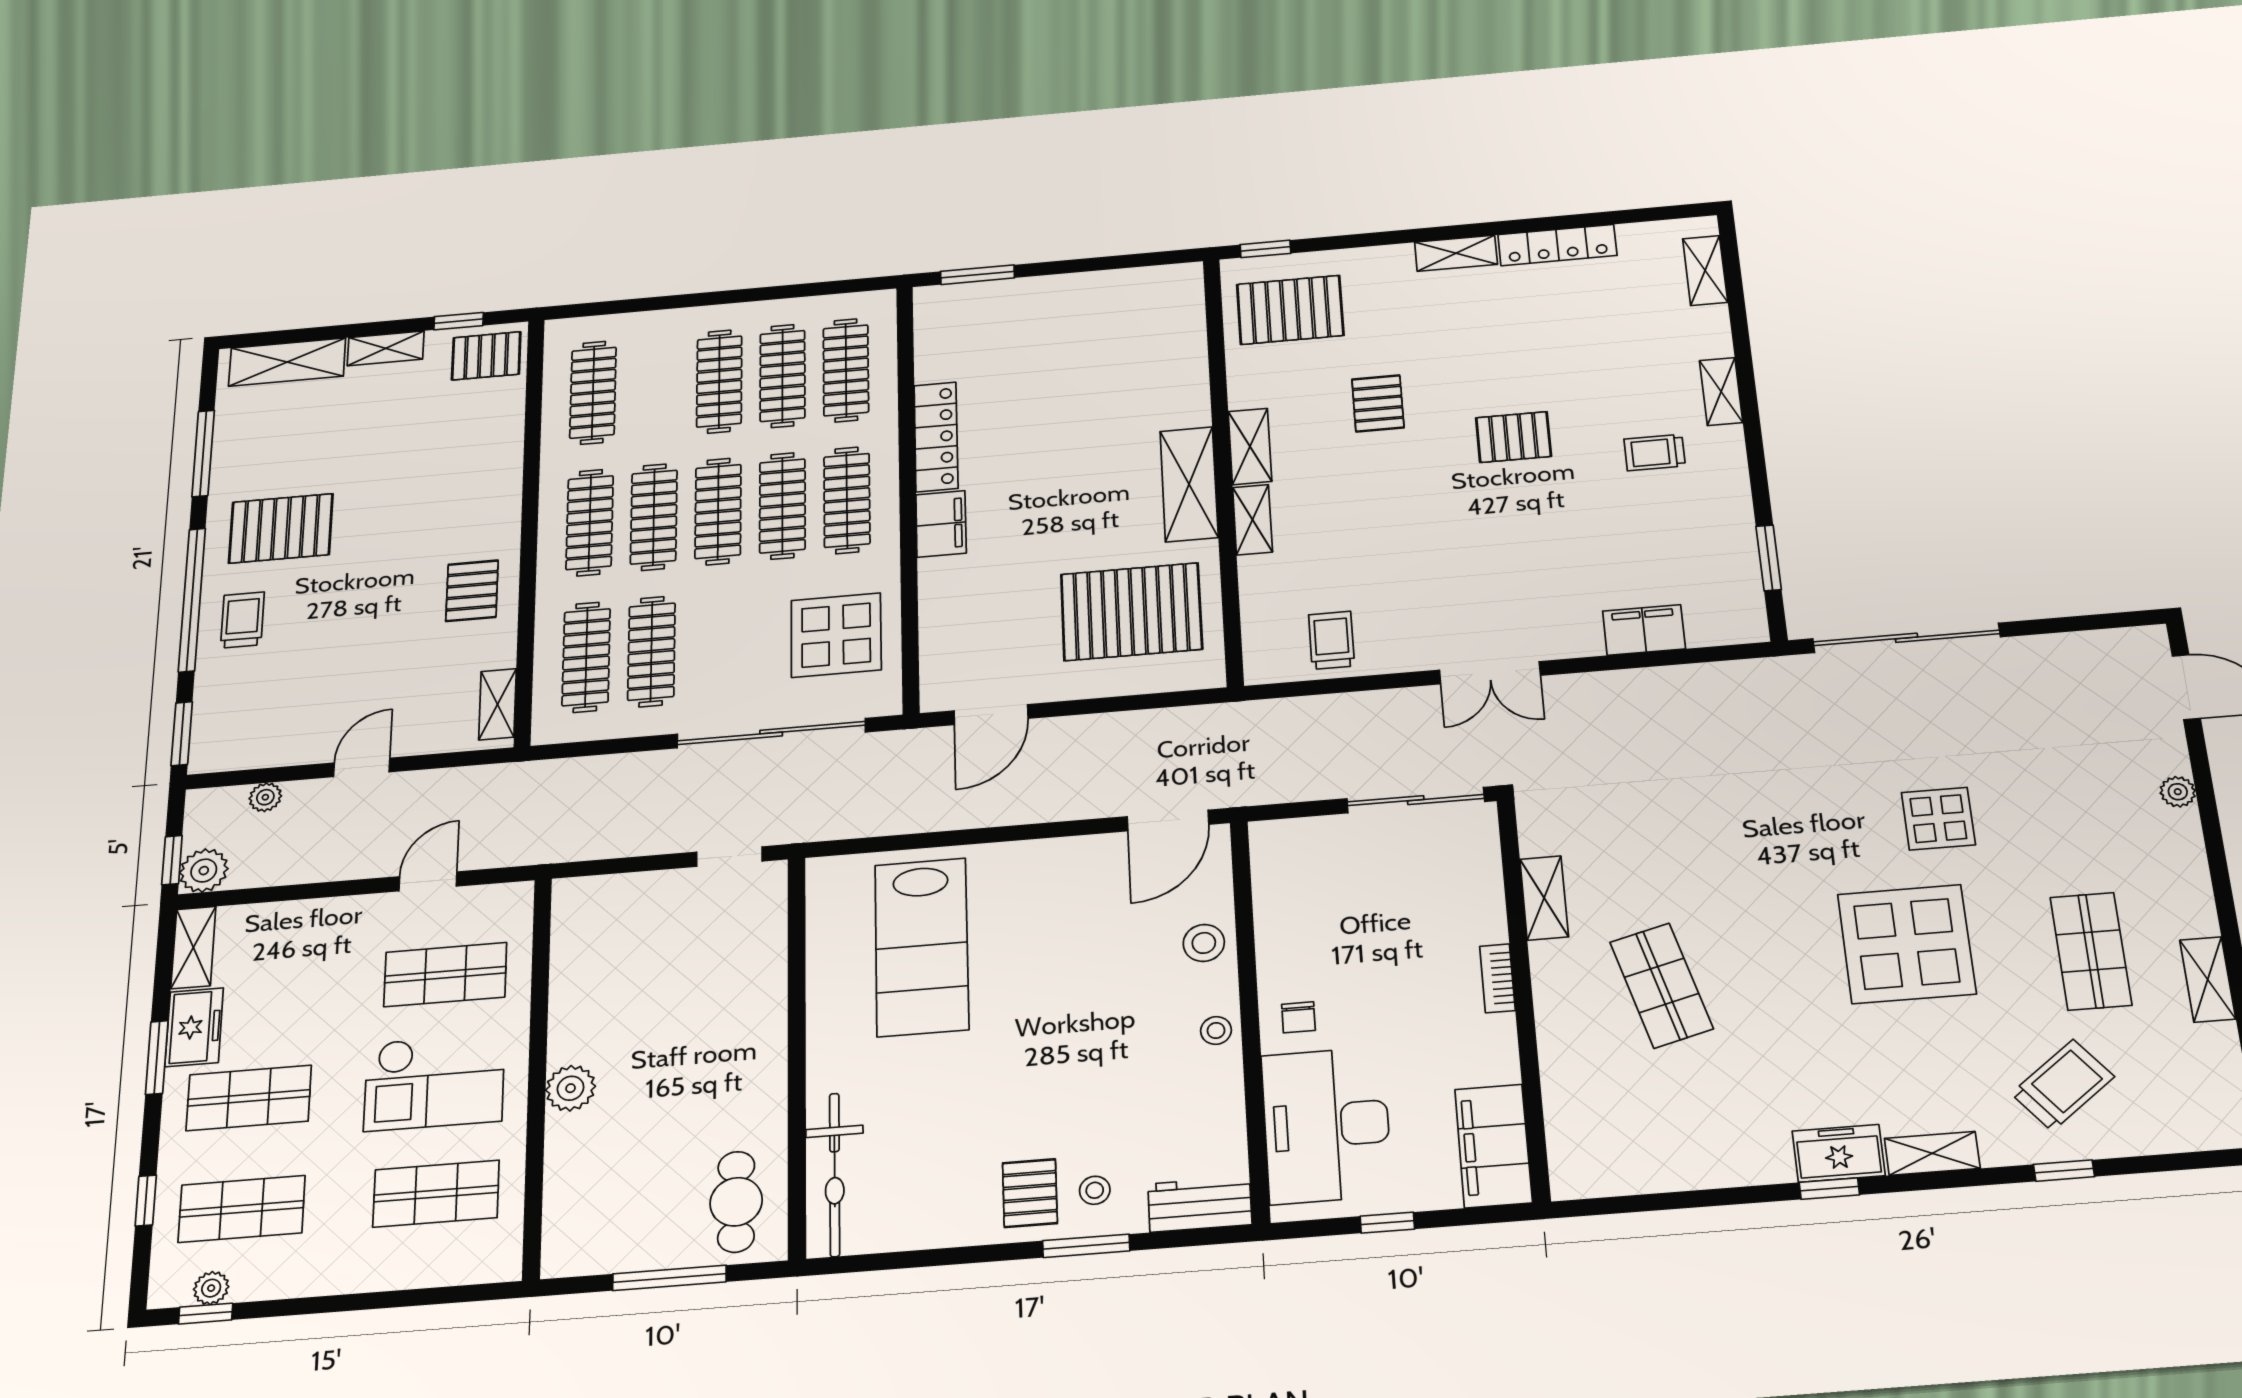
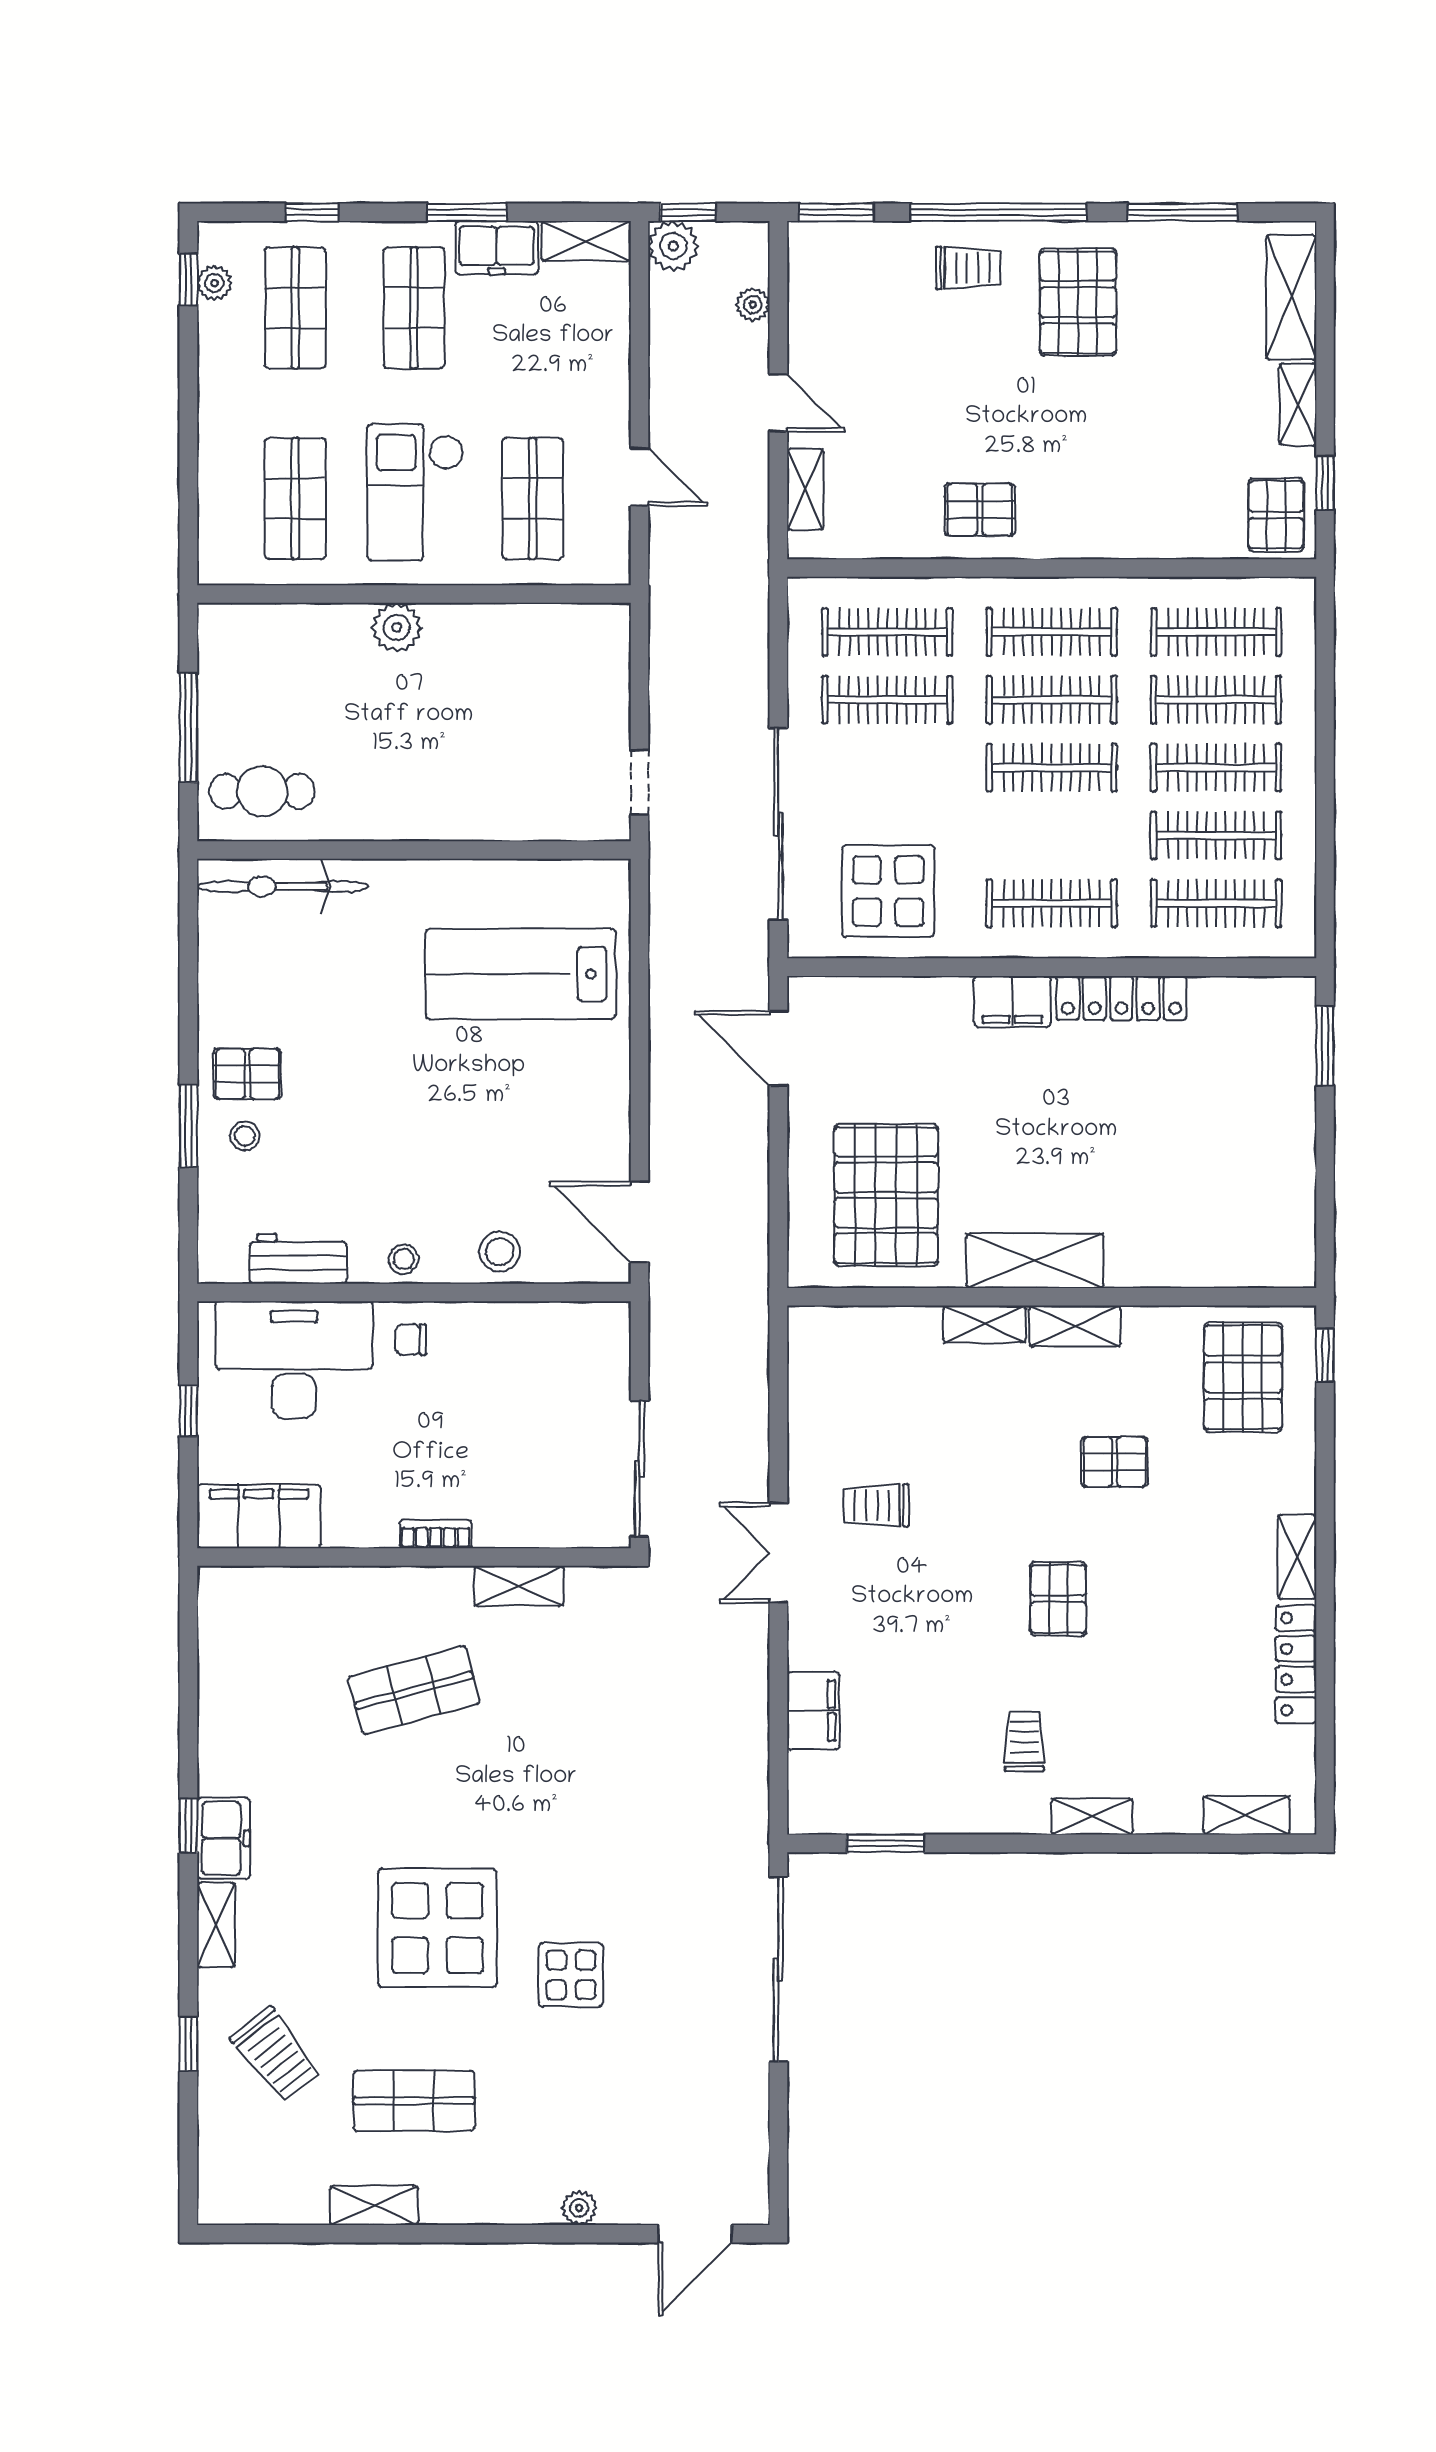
clothes rail: (782, 506) -> (1216, 700), moved
trolley: (1332, 640) -> (876, 1505), moved, turned 180
shelving: (497, 704) -> (805, 489), moved, turned 90
workbench: (1200, 1204) -> (298, 1259), moved, turned -90

